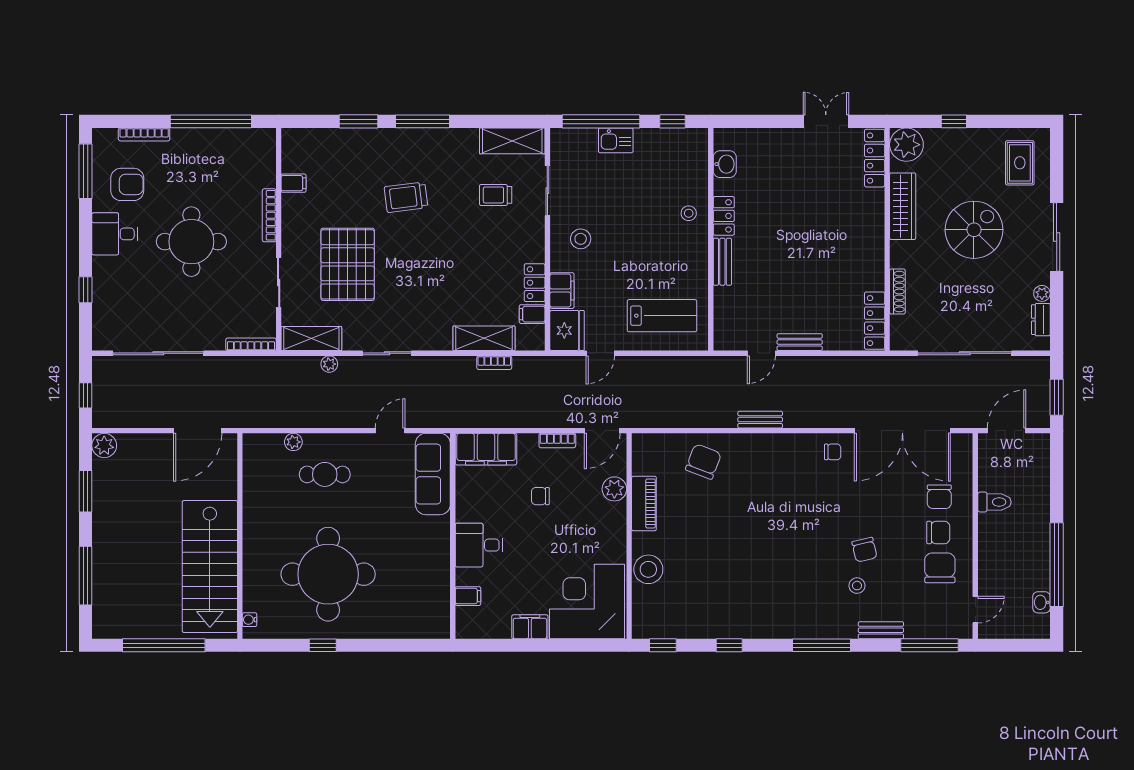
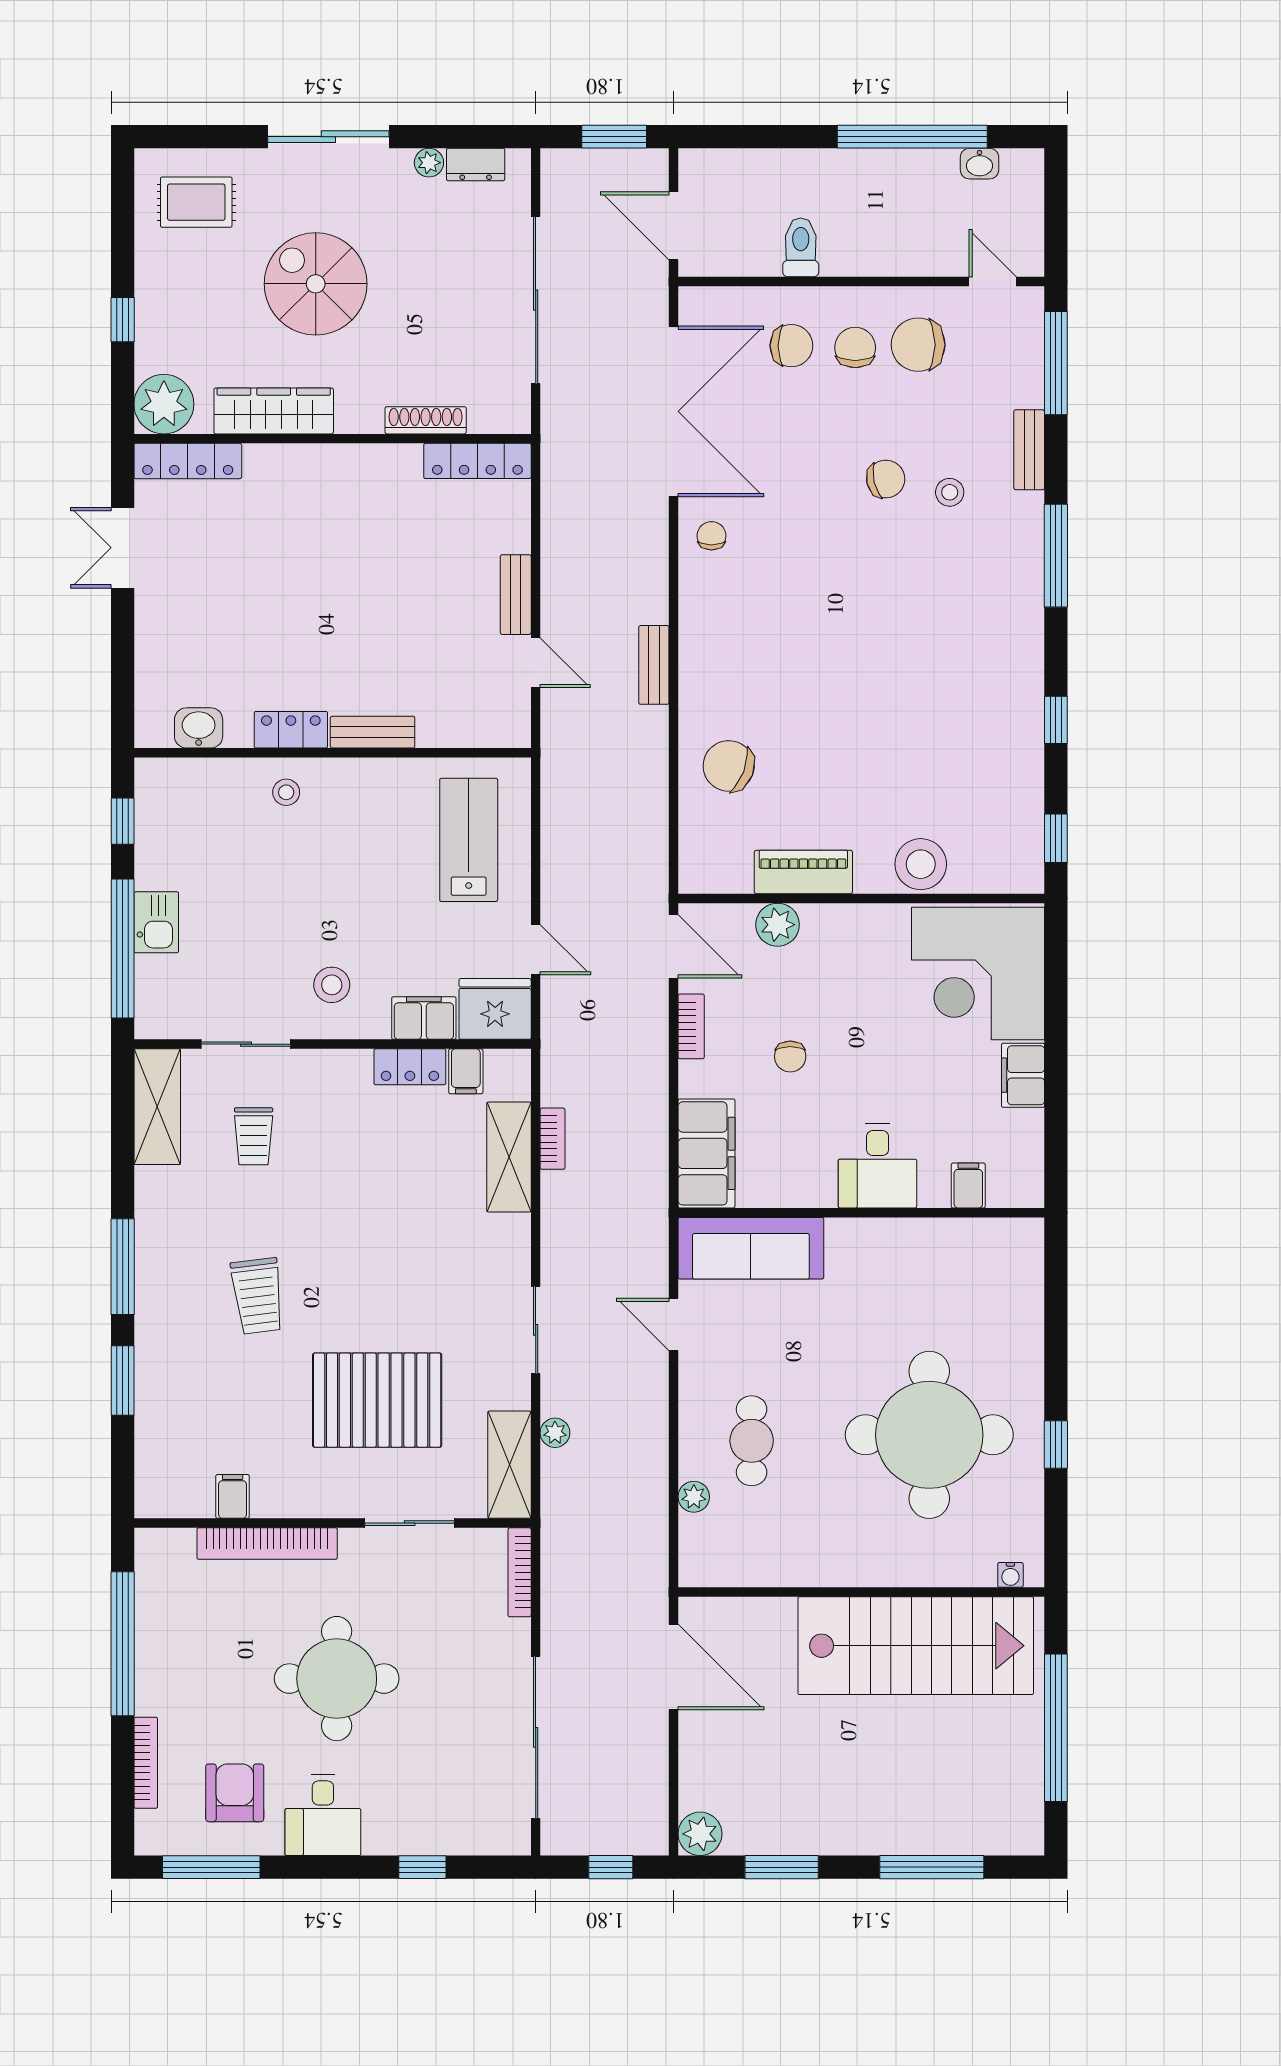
bookcase: (269, 215) -> (267, 1544), width x1.48, depth x1.31

